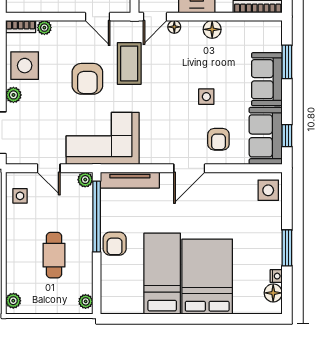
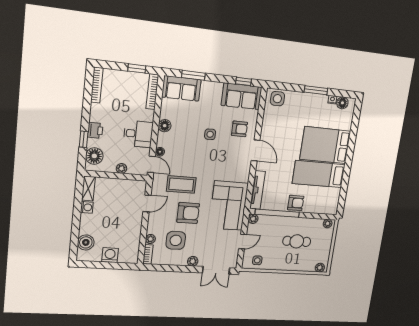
side table: (25, 66) -> (176, 240), moved
sofa: (267, 79) -> (181, 88), moved

